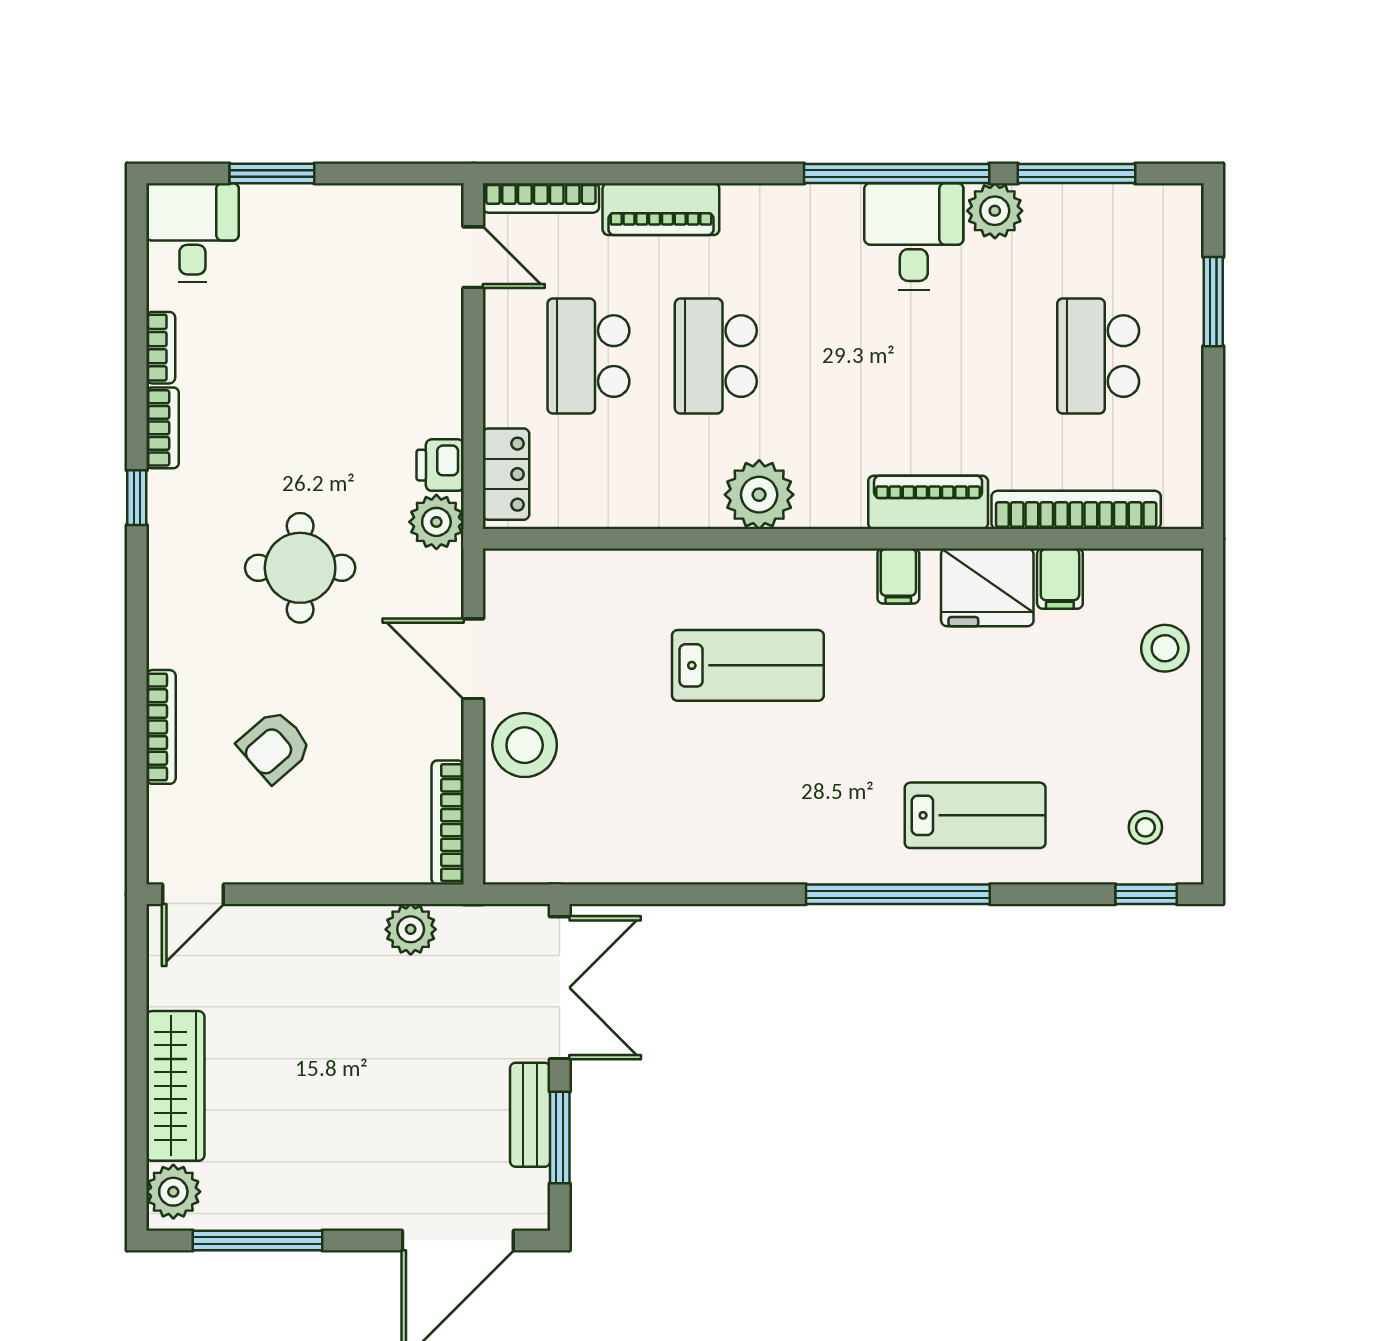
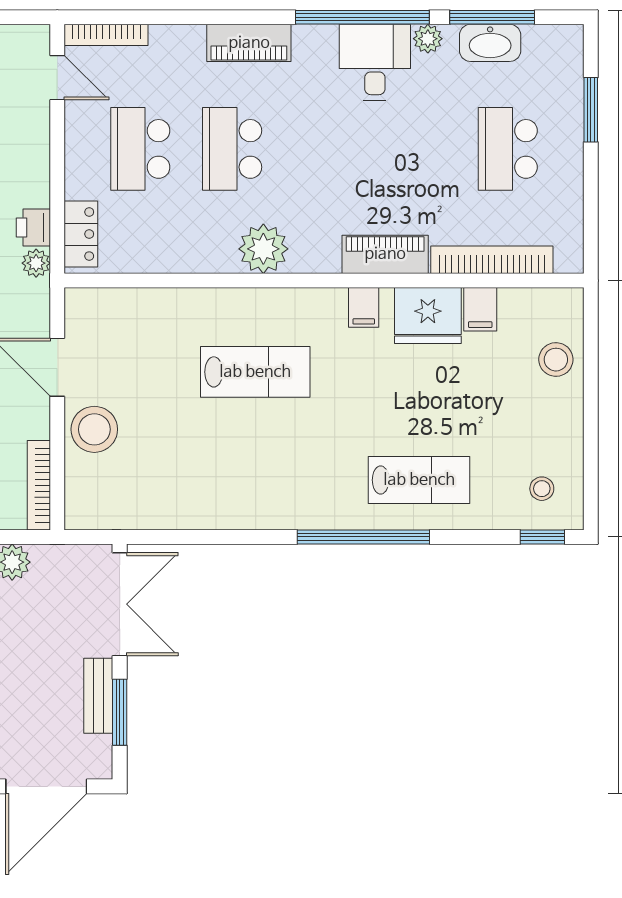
piano: (661, 209) -> (249, 43), moved
washbasin: (1074, 209) -> (490, 43), added
plant: (995, 211) -> (428, 39), width x0.73, depth x0.73
plant: (436, 522) -> (36, 263), width x0.73, depth x0.73

